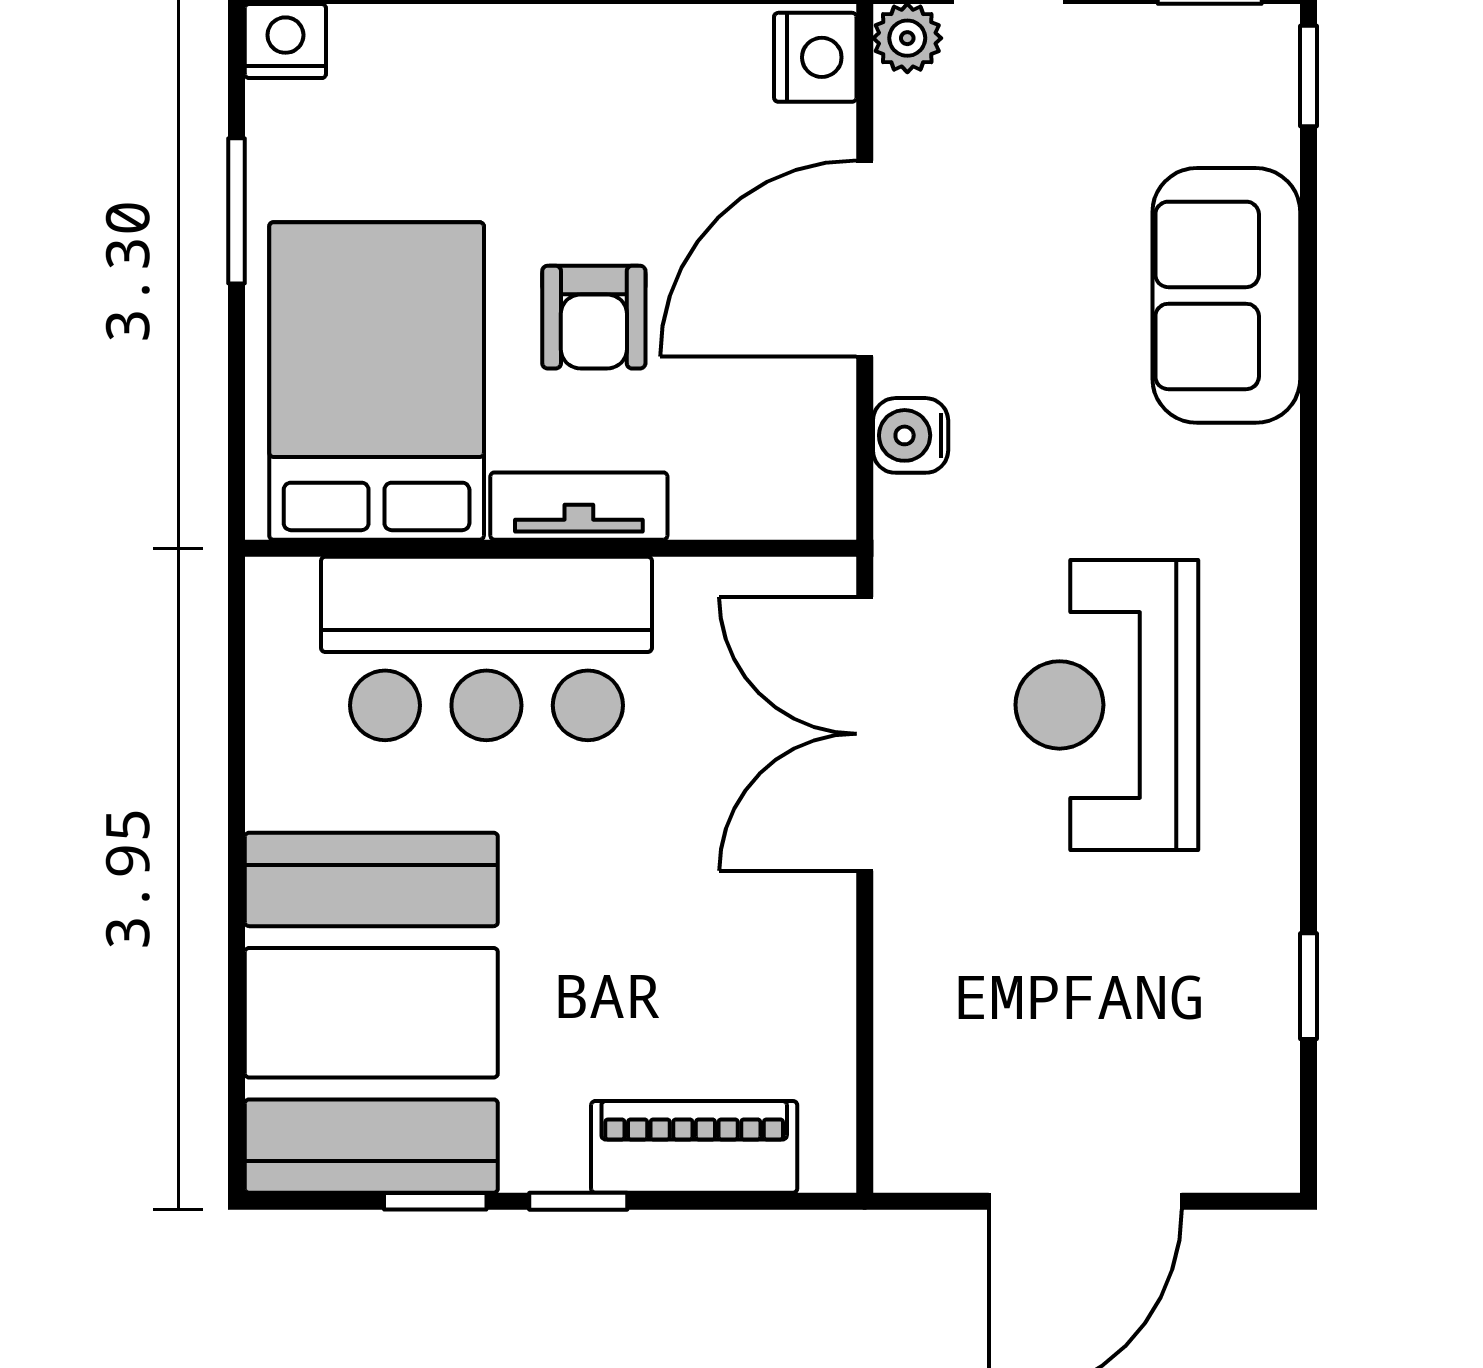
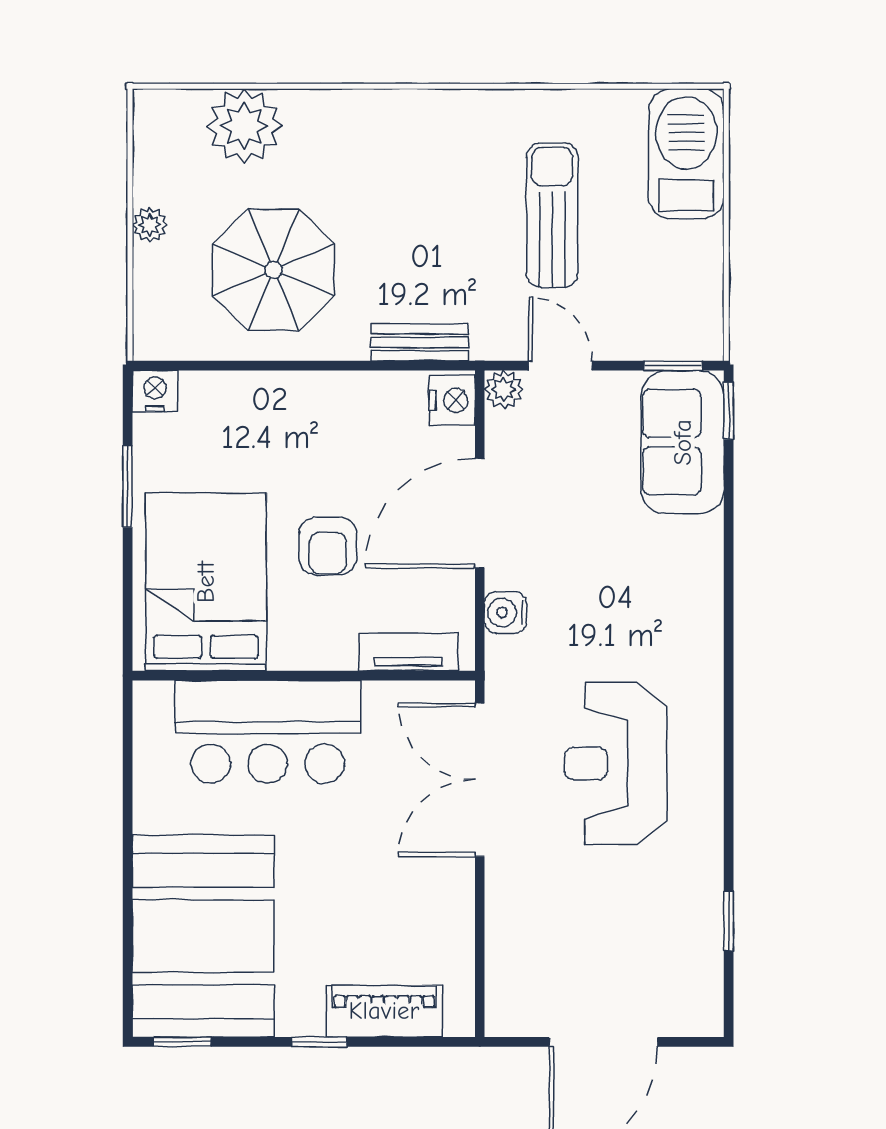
sofa: (1226, 295) -> (683, 442), moved
tv unit: (579, 506) -> (409, 652), moved
window: (435, 1201) -> (182, 1042), moved

